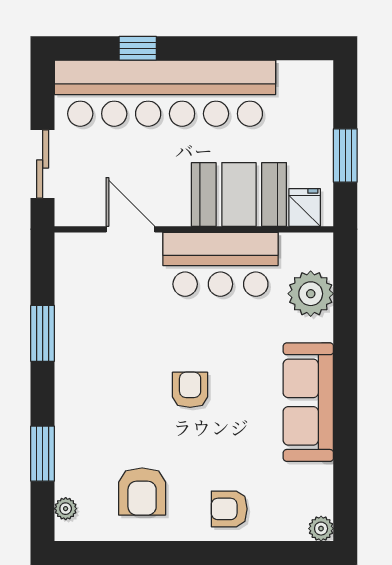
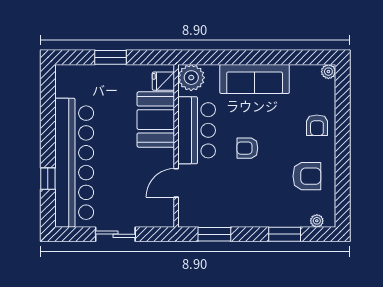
booth: (239, 194) -> (156, 120), moved
fridge: (305, 208) -> (163, 81), moved
door: (130, 229) -> (176, 183), moved
wall: (194, 229) -> (176, 146), moved
bar counter: (220, 264) -> (197, 130), moved

